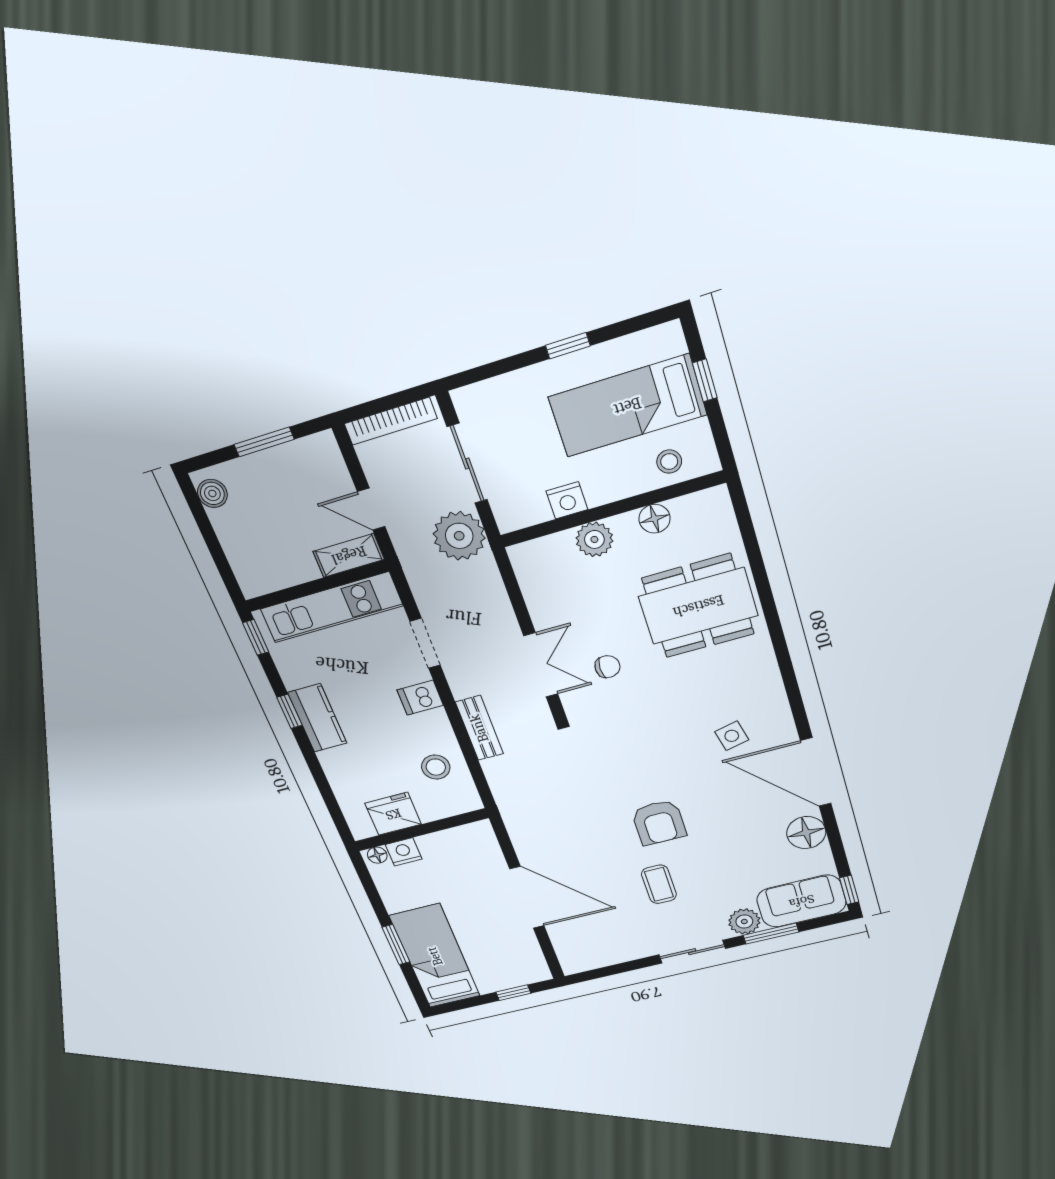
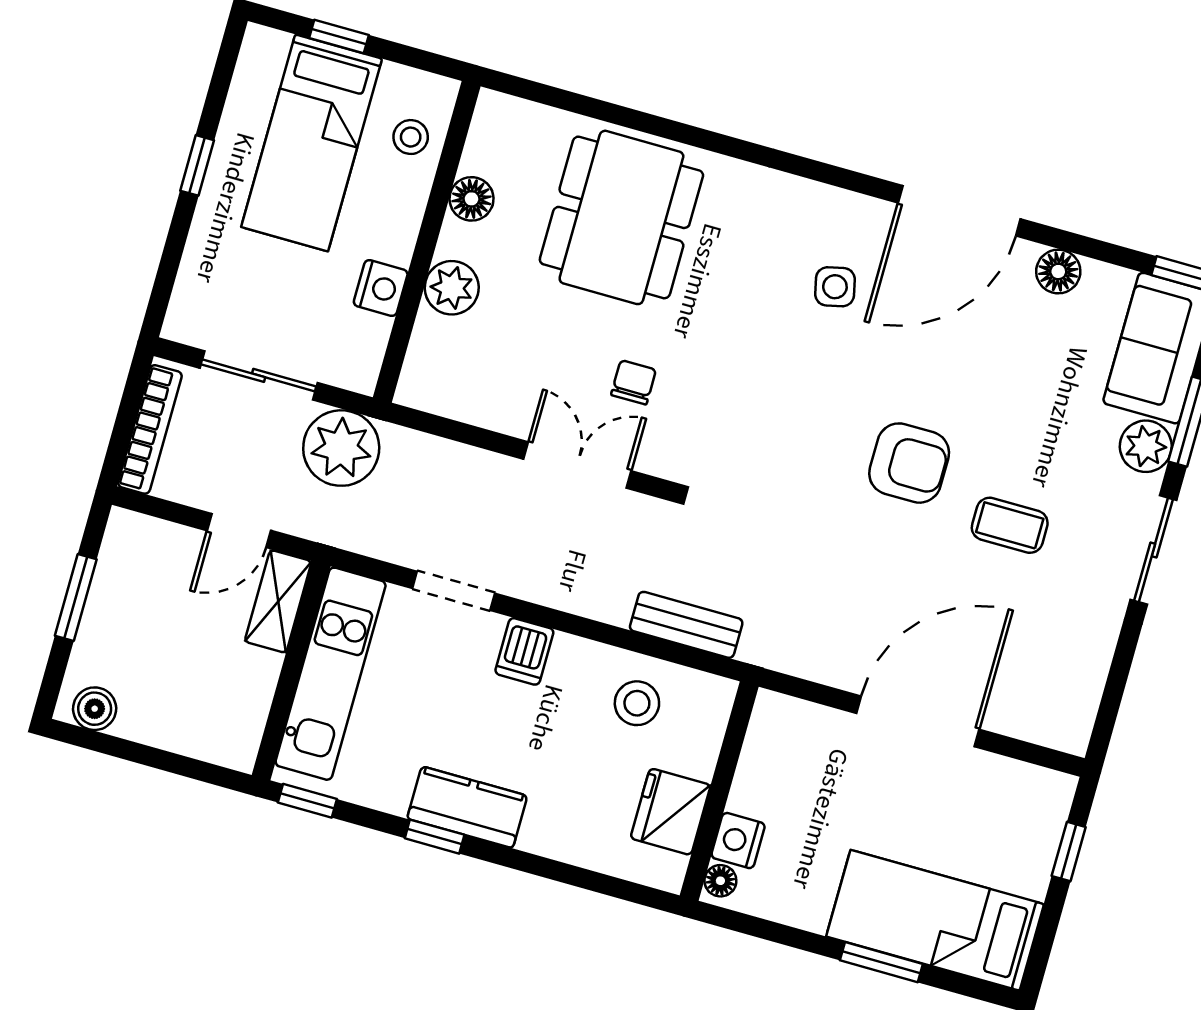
bench: (479, 728) -> (686, 625), moved
floor lamp: (806, 833) -> (1058, 271), width x0.73, depth x0.73

